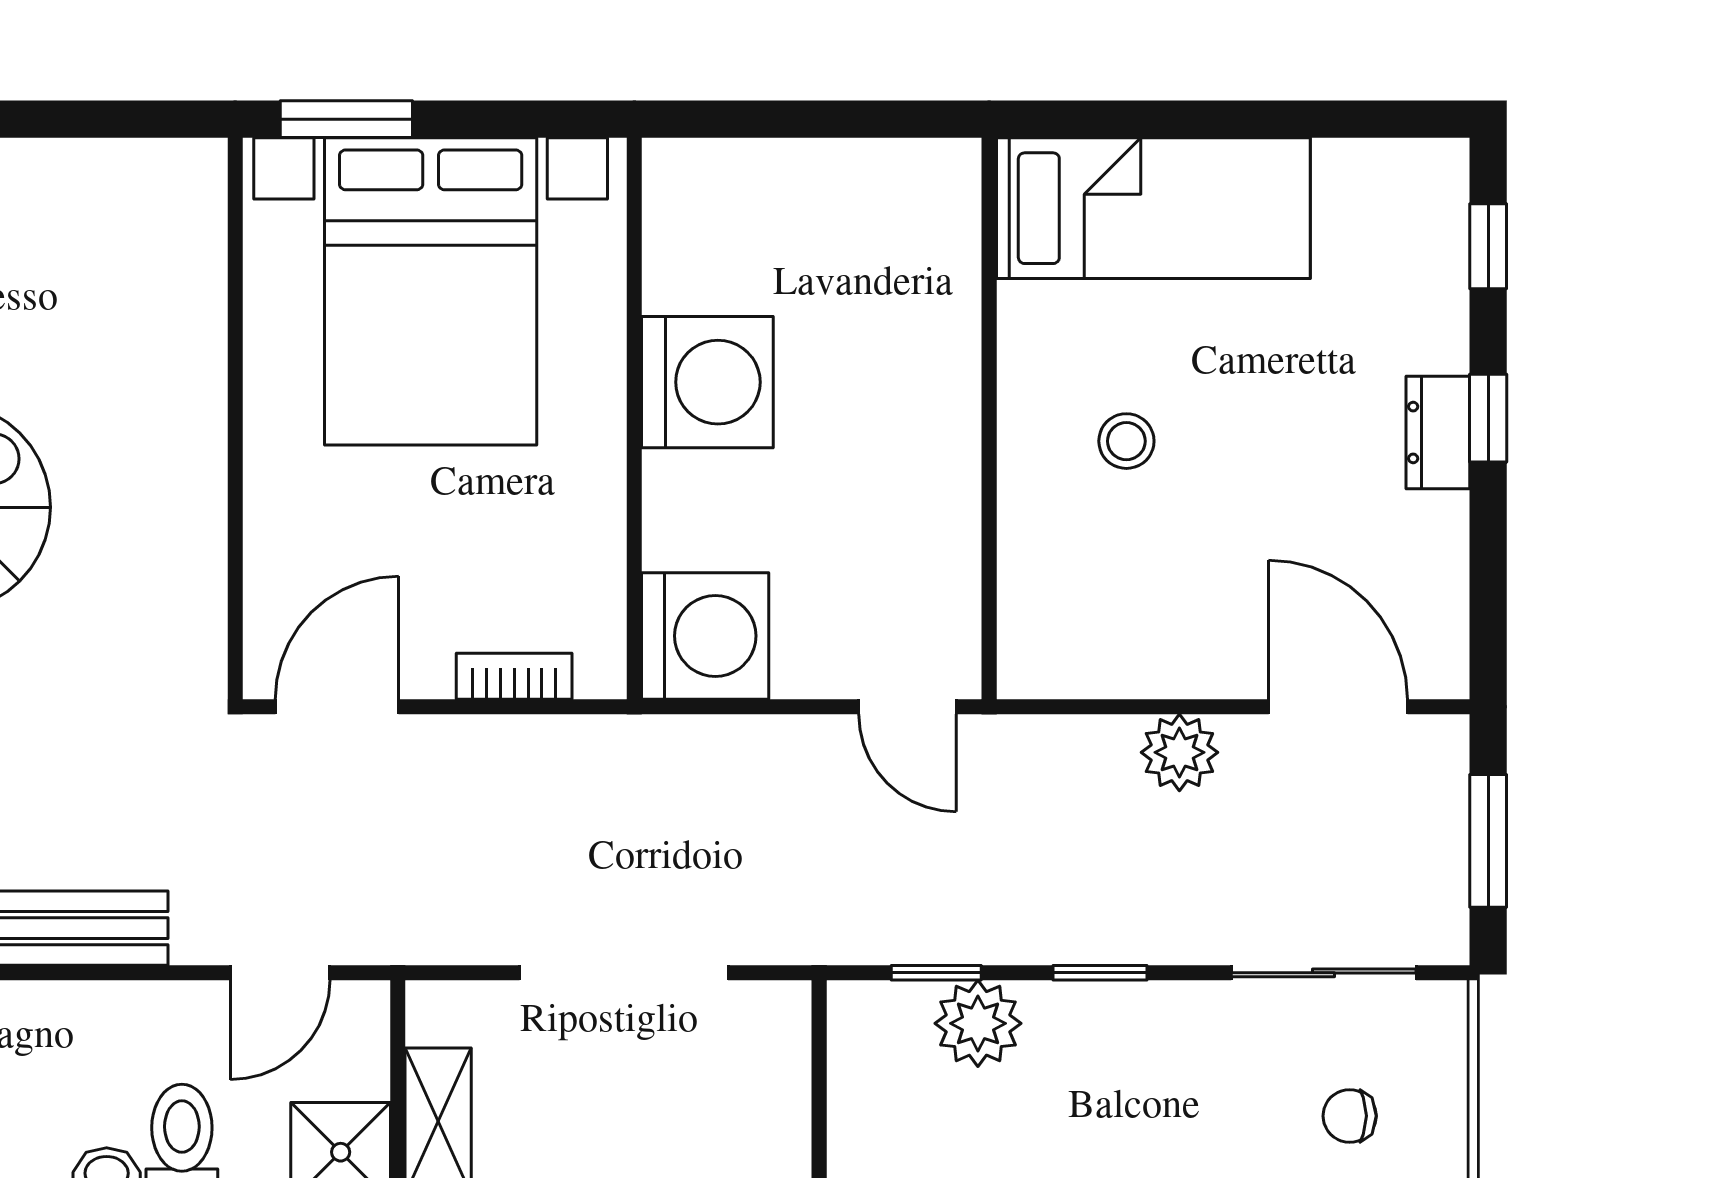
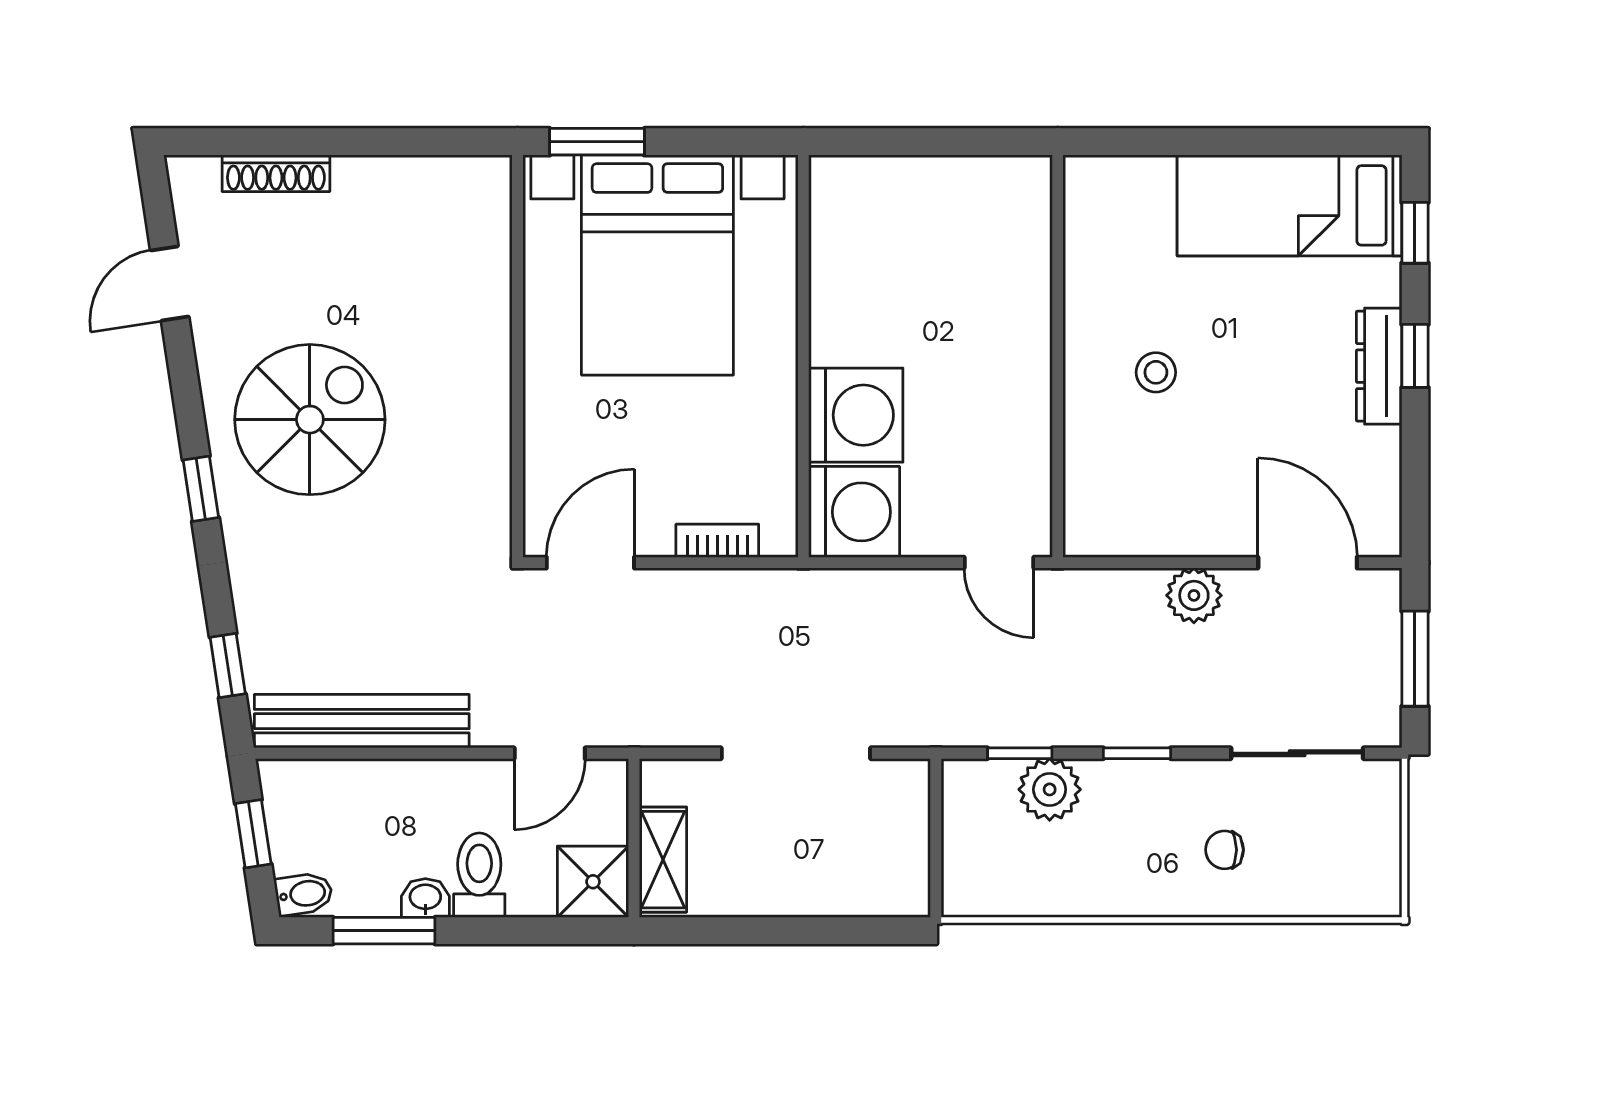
bed: (1153, 208) -> (1289, 205), moved, turned 180
washing machine: (707, 382) -> (856, 415), moved
dresser: (1438, 433) -> (1379, 366), width x1.44
chair: (1350, 1116) -> (1225, 850), moved

